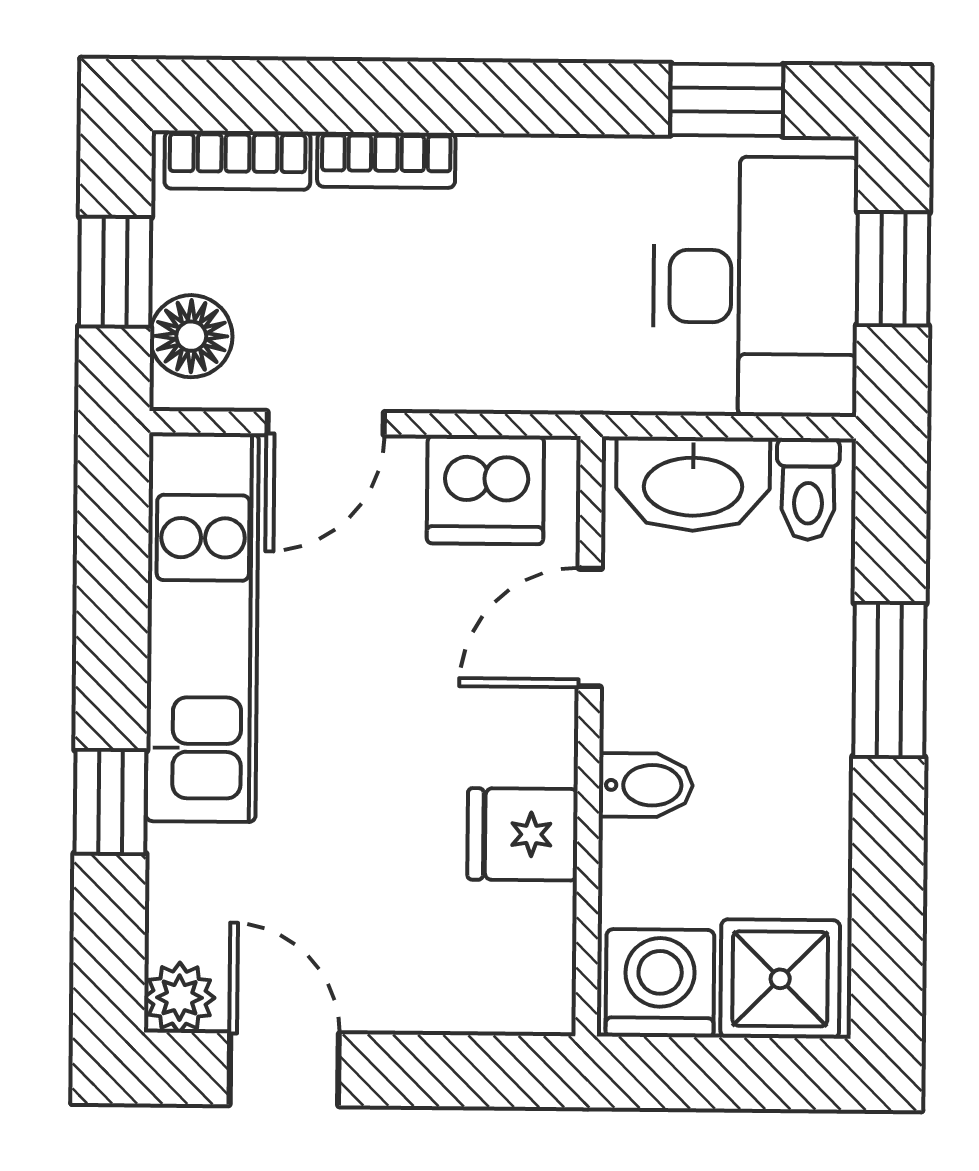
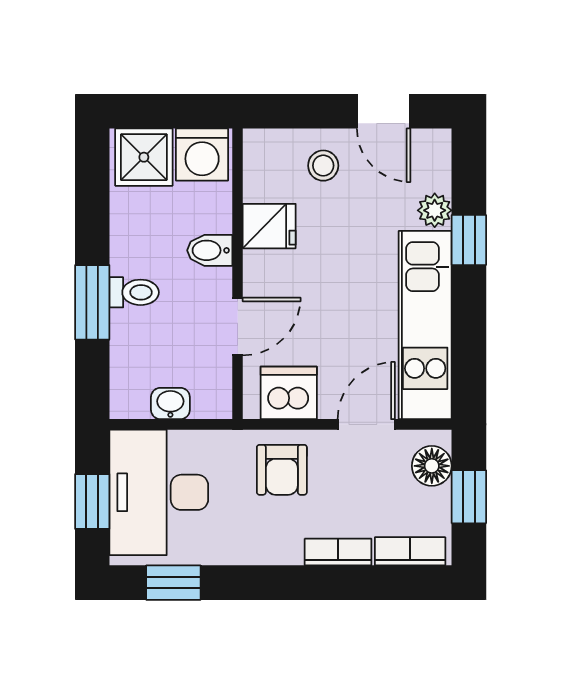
armchair: (501, 331) -> (282, 470), added
washbasin: (693, 484) -> (170, 404), width x0.52, depth x0.69
toilet: (808, 489) -> (134, 292), moved, turned 90
stool: (410, 958) -> (323, 166), added
plant: (179, 998) -> (435, 210), moved

